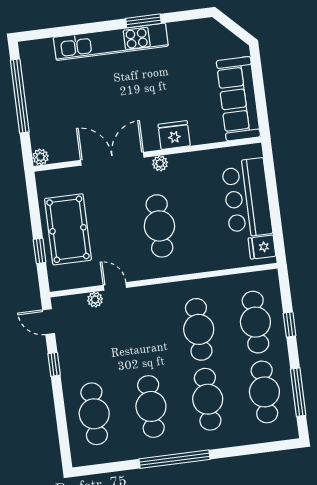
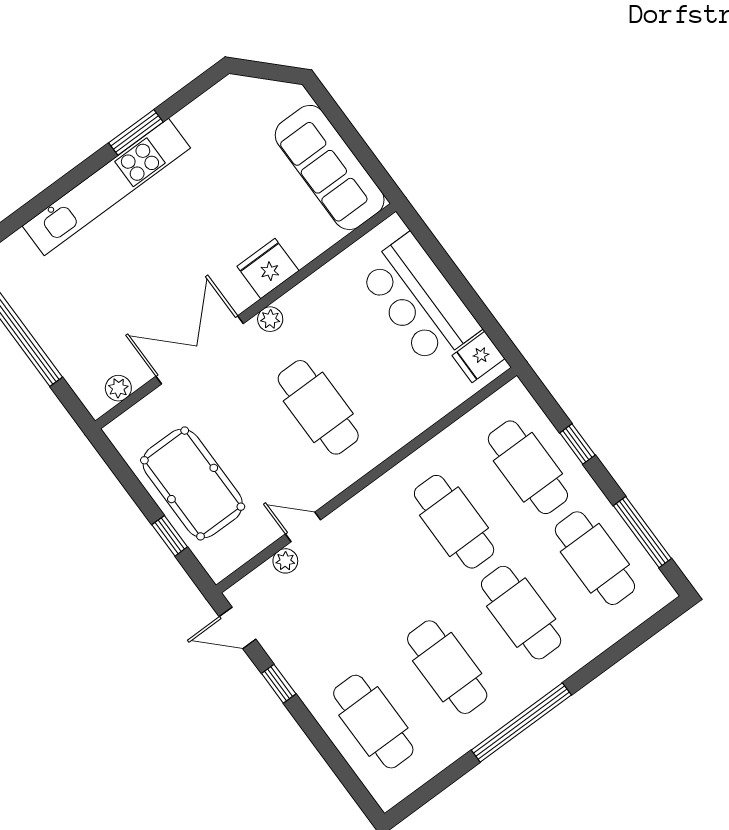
plant: (40, 157) -> (118, 388), moved

